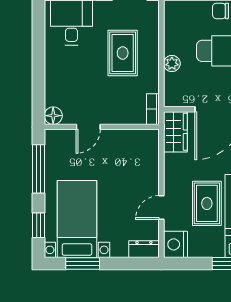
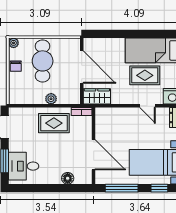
rug: (123, 53) -> (54, 123), moved
floor lamp: (53, 116) -> (68, 178), moved
door: (88, 127) -> (94, 155), width x1.88

